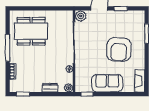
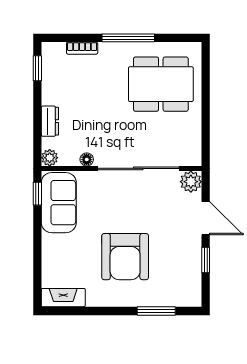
dining table: (31, 31) -> (161, 84), turned 90
armchair: (119, 49) -> (125, 257), turned -93
sofa: (107, 83) -> (59, 203), moved

